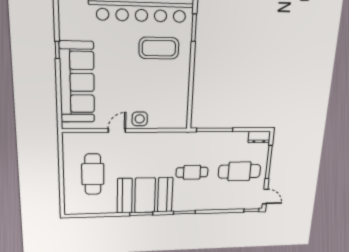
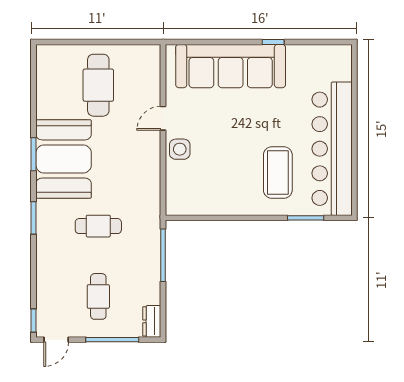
door: (117, 130) -> (163, 118), swing flipped
cafe table: (239, 171) -> (98, 296), width x0.73, depth x0.74
cafe table: (192, 172) -> (98, 226), turned 90
cafe table: (93, 174) -> (98, 85), turned 90

